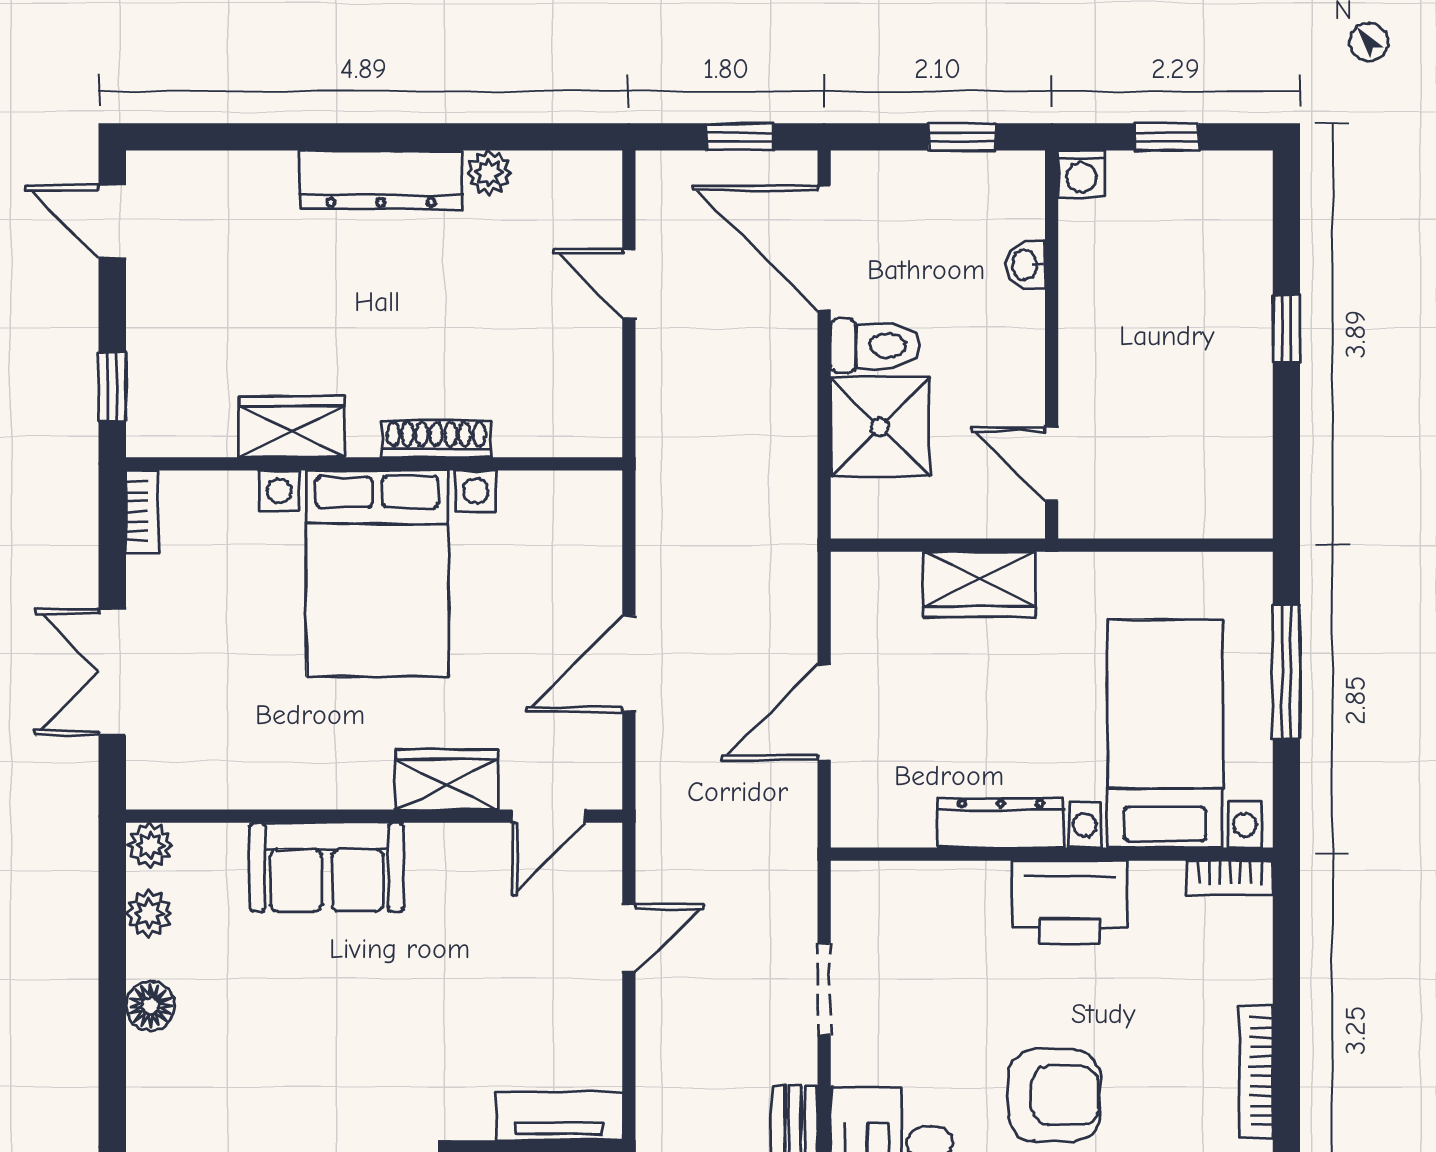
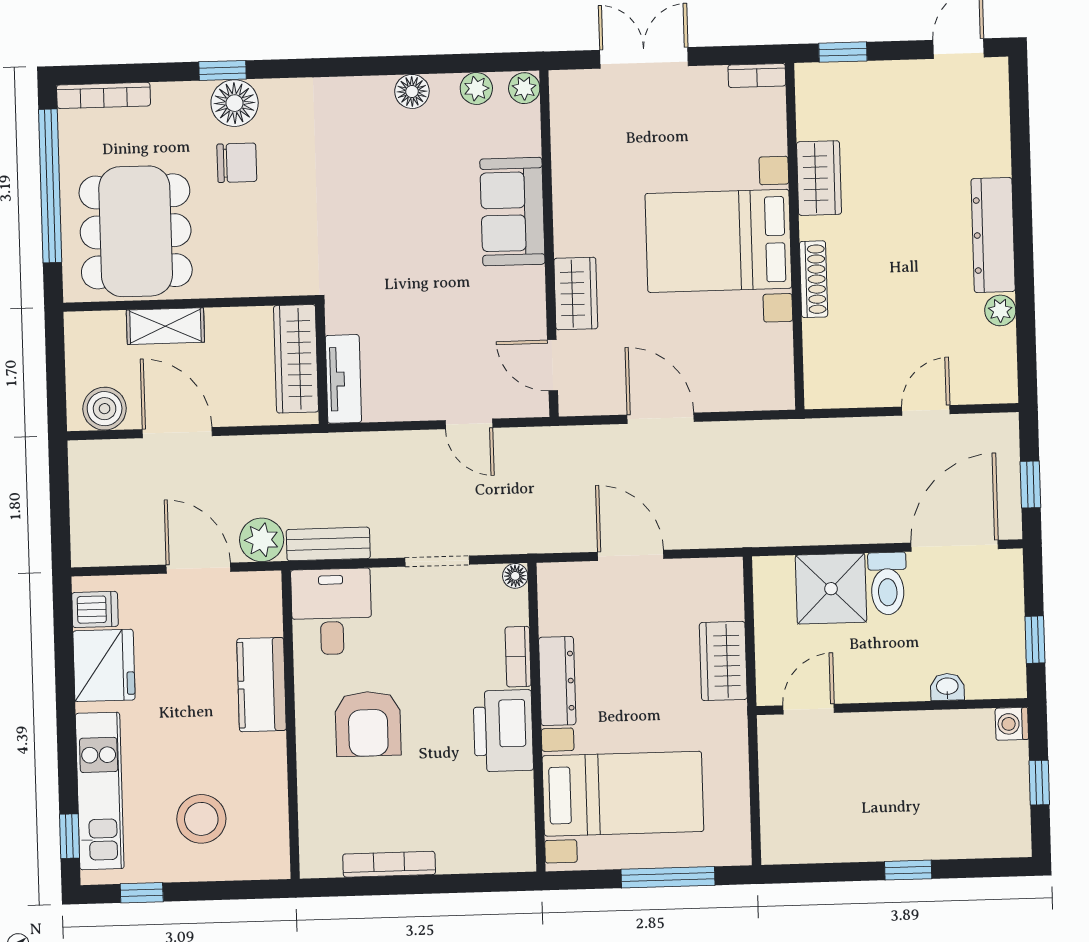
bookcase: (1230, 878) -> (518, 657), moved
floor lamp: (848, 879) -> (515, 576), added

